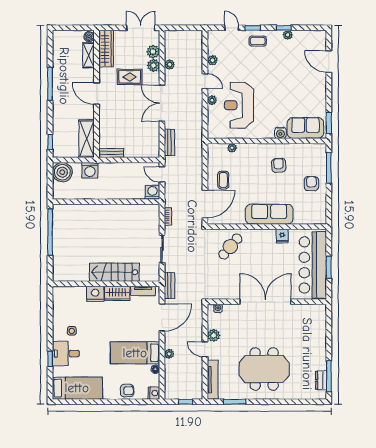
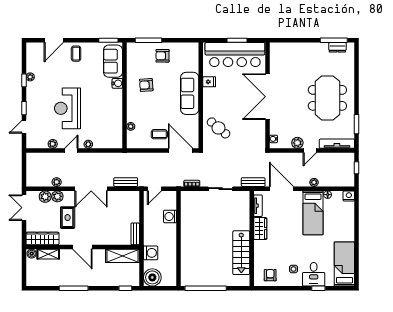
coffee table: (258, 41) -> (76, 54), moved
door: (97, 94) -> (82, 247), hinge flipped
reception desk: (239, 105) -> (68, 108), moved, turned 90
washing machine: (153, 192) -> (170, 216), moved
stairs: (114, 272) -> (241, 253), moved
nightstand: (95, 294) -> (261, 248), removed
armchair: (127, 391) -> (270, 275), moved

